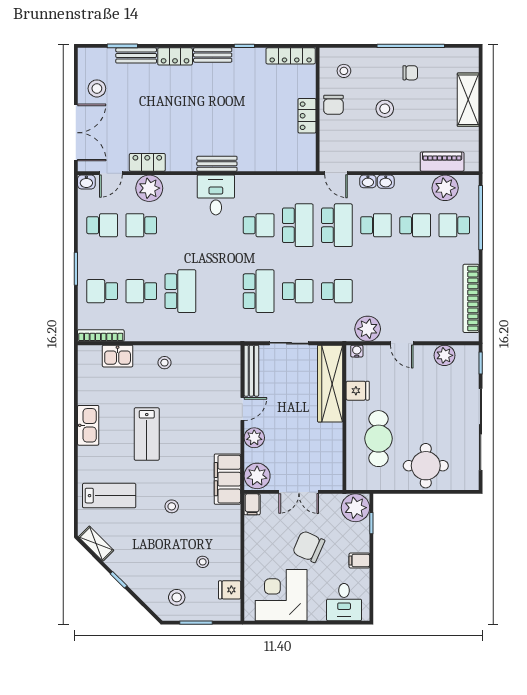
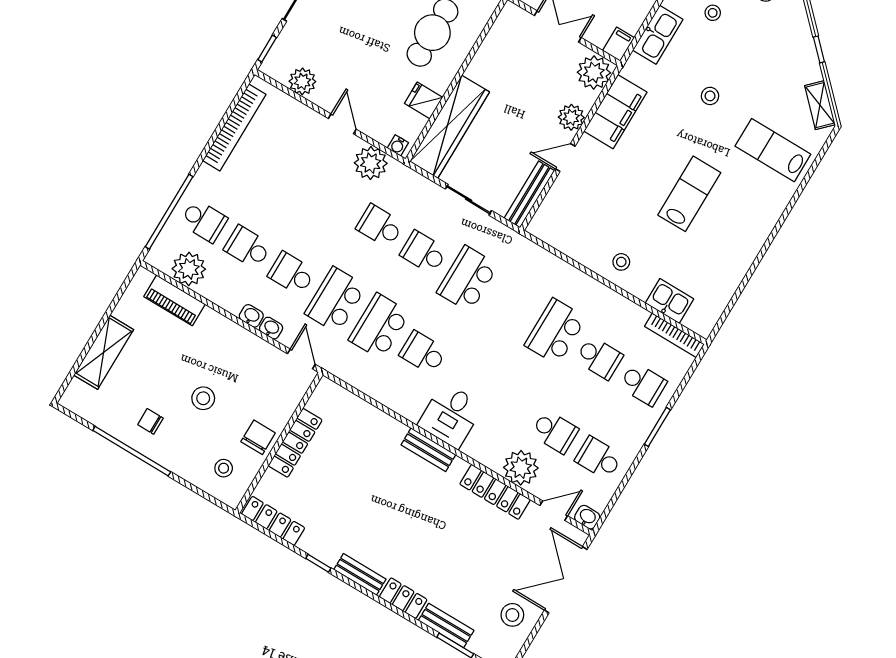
locker: (307, 116) -> (295, 443), width x1.53
locker: (147, 162) -> (495, 492), width x1.53
kitchen sink: (88, 425) -> (658, 35), moved, turned 180
filing cabinet: (227, 479) -> (615, 112), moved

